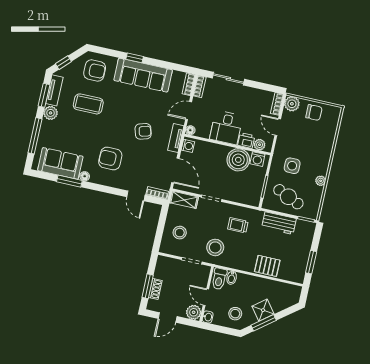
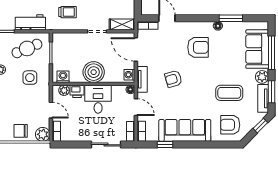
window: (135, 58) -> (165, 145), moved
door: (189, 111) -> (136, 107), hinge flipped
boiler: (238, 160) -> (94, 72), moved
sofa: (60, 163) -> (257, 49), moved, turned 90
cafe table: (288, 197) -> (27, 48), turned -47

